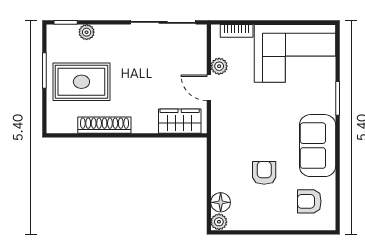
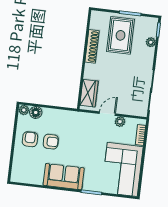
armchair: (309, 201) -> (30, 139), moved

